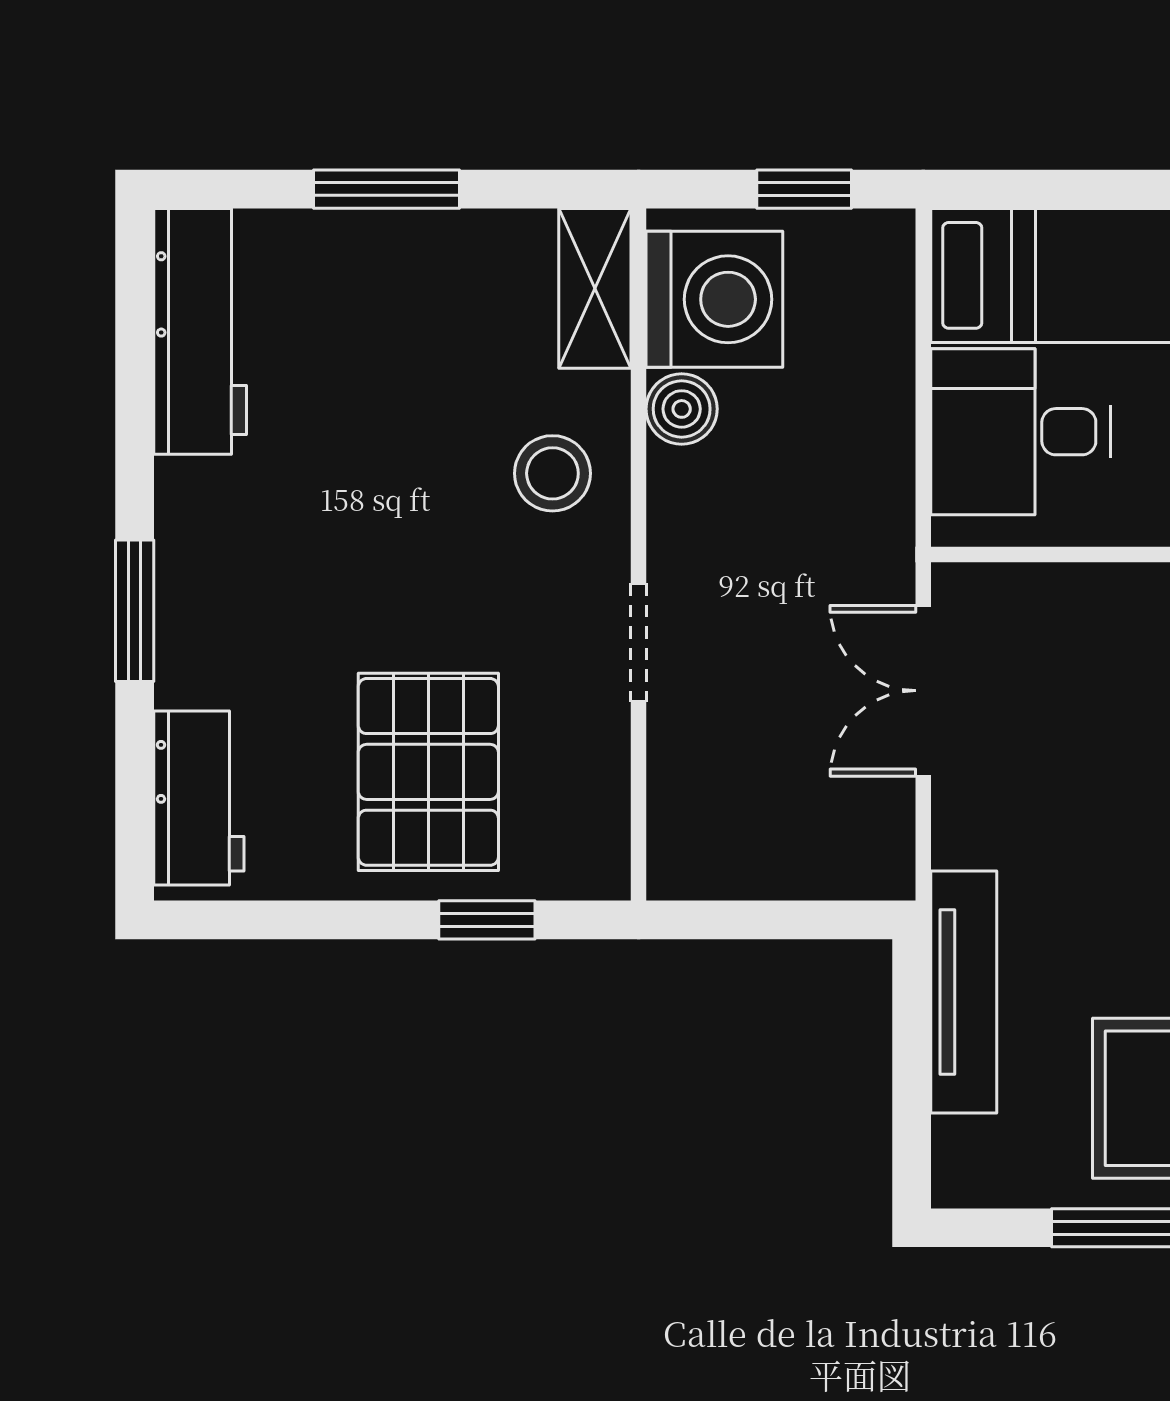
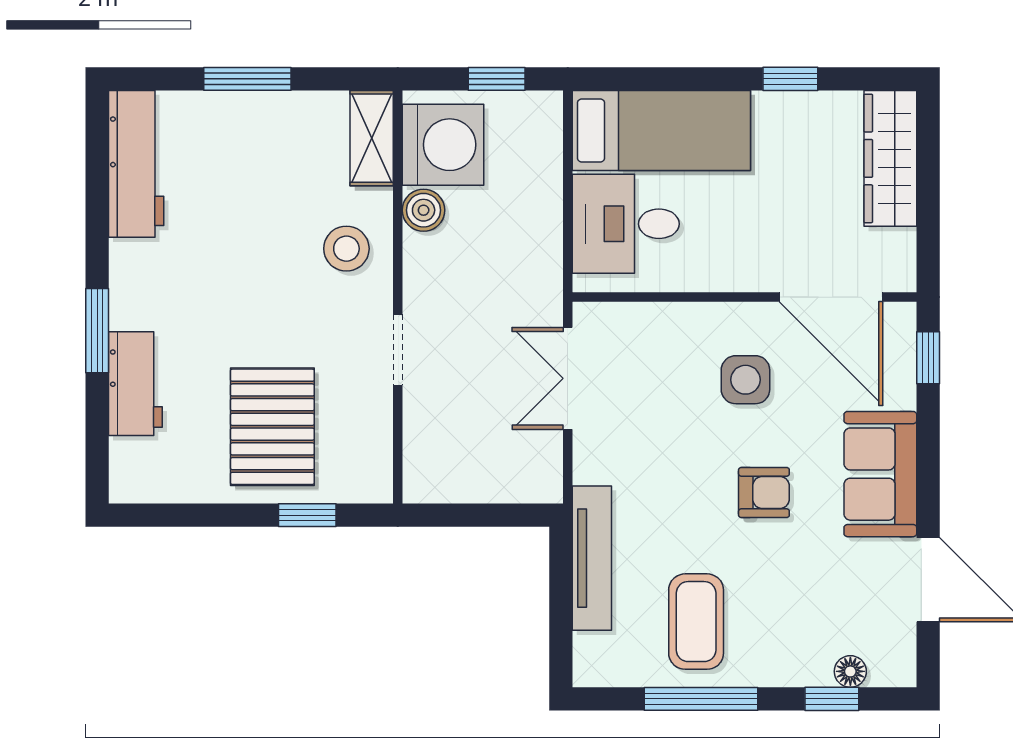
workbench: (199, 798) -> (135, 384), moved

